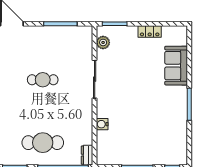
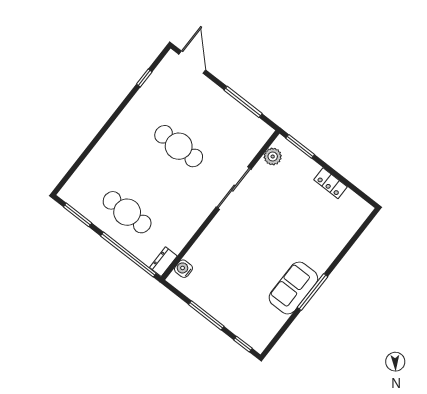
sofa: (176, 66) -> (293, 288), moved
cafe table: (43, 80) -> (179, 146), width x1.37, depth x1.35
water cooler: (102, 124) -> (183, 269), moved

